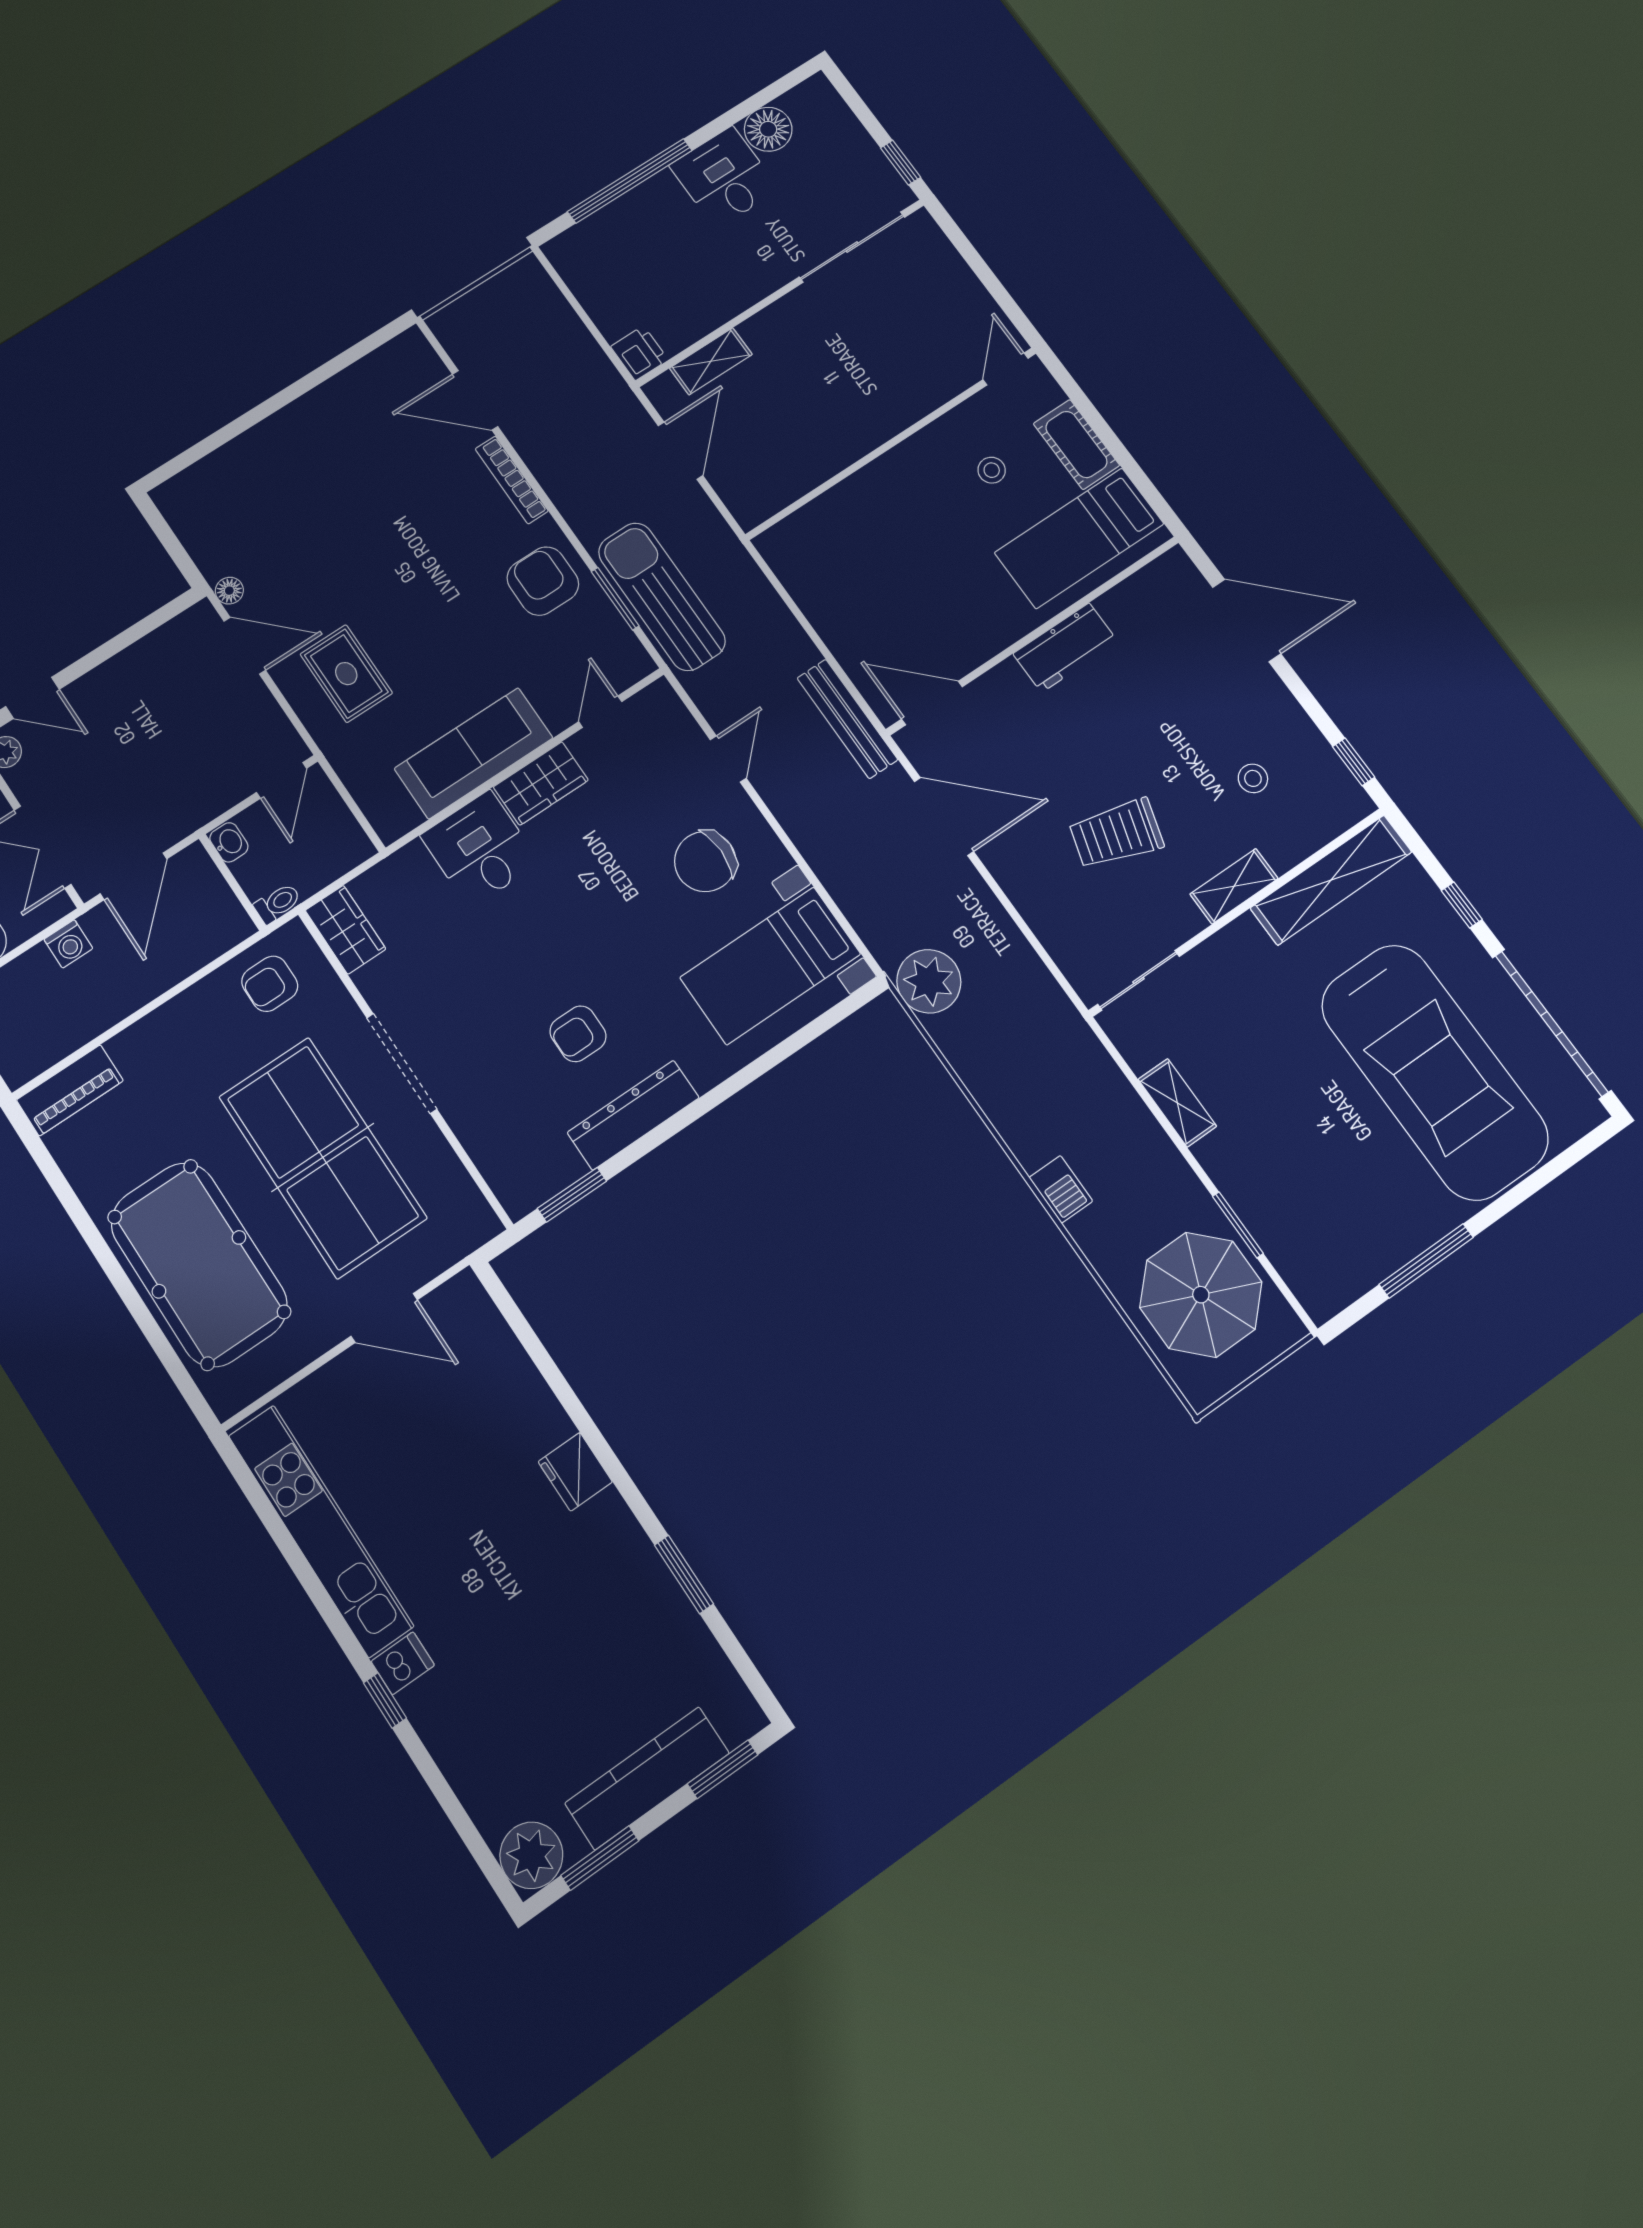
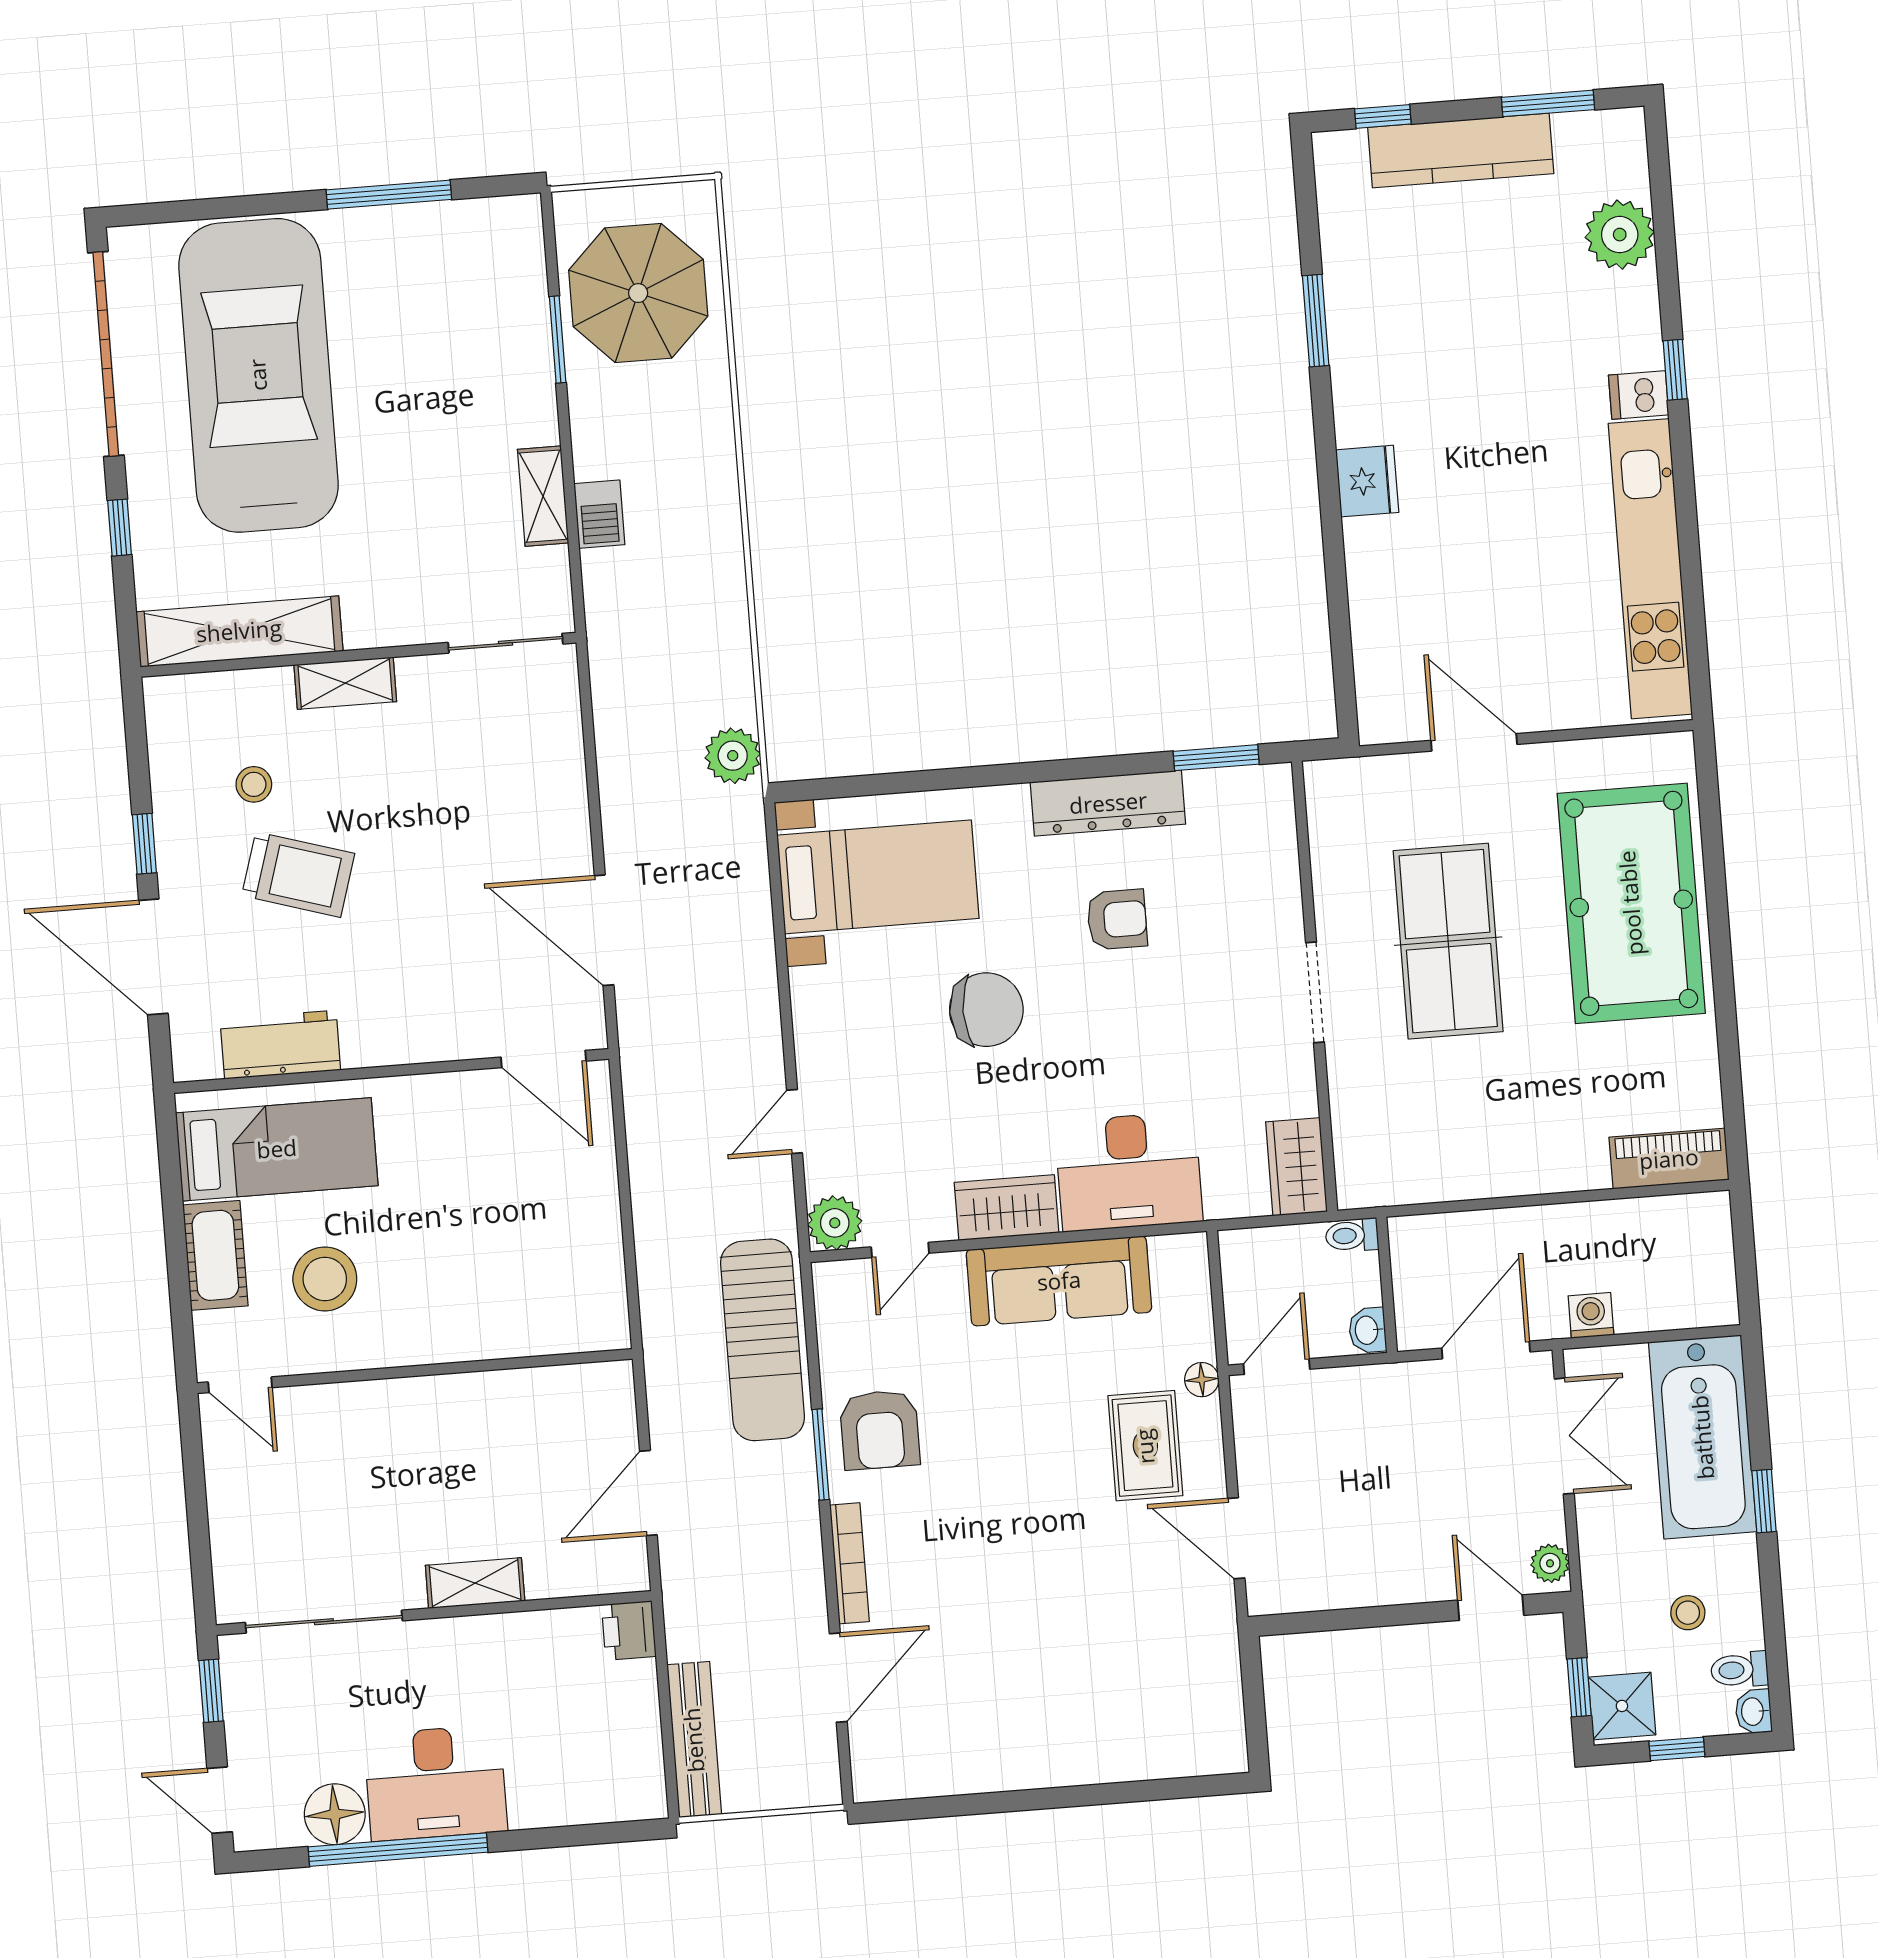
door: (851, 97) -> (220, 1800), added
desk: (724, 177) -> (435, 1783), width x1.37
window: (630, 181) -> (398, 1850), moved
shelving: (711, 361) -> (475, 1583), moved
door: (1006, 369) -> (240, 1385), hinge flipped
door: (475, 400) -> (838, 1678), hinge flipped
stool: (992, 470) -> (325, 1279), width x1.89, depth x1.89
floor lamp: (229, 591) -> (1202, 1380), moved
window: (615, 599) -> (821, 1454), moved
workbench: (1065, 648) -> (280, 1045), moved
plant: (658, 705) -> (835, 1223), added
bench: (847, 719) -> (694, 1740), moved
window: (1354, 762) -> (144, 844), moved
trolley: (1116, 834) -> (298, 874), moved
desk: (480, 849) -> (1129, 1172), width x1.37
chair: (705, 861) -> (986, 1010), moved
plant: (929, 981) -> (733, 756), width x0.73, depth x0.73
armchair: (270, 984) -> (1406, 1154), removed
doorway: (402, 1063) -> (1315, 992), width x0.73
table tennis table: (323, 1157) -> (1448, 941), width x0.73, depth x0.76
barbecue: (1061, 1189) -> (599, 514), moved, turned 180
window: (723, 1769) -> (1383, 116), width x0.67
plant: (531, 1855) -> (1620, 235), moved

